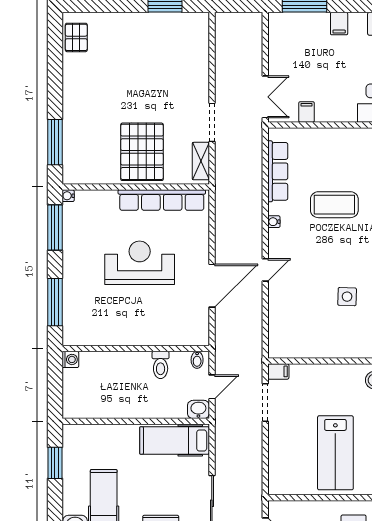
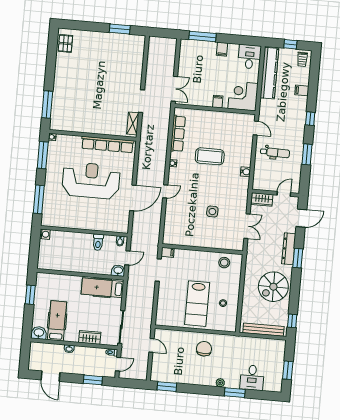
filing cabinet: (307, 112) -> (218, 102), moved
pallet: (142, 152) -> (98, 115), removed
reception desk: (140, 263) -> (91, 180), width x1.36, depth x1.30

